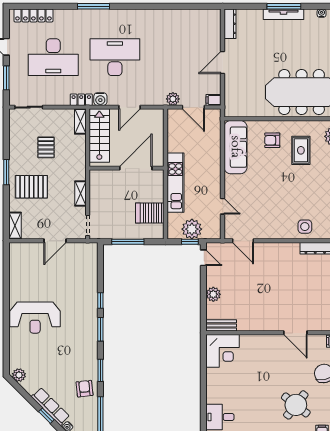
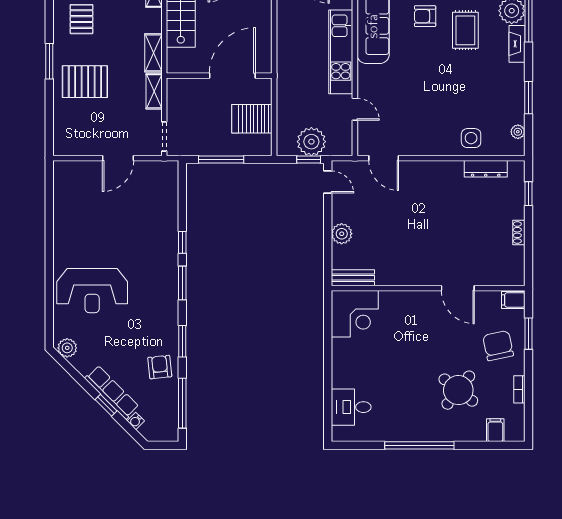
pallet: (46, 147) -> (81, 19), moved
wall: (127, 168) -> (219, 76), moved
door: (136, 168) -> (232, 76), moved
kitchen unit: (175, 183) -> (341, 52), moved, turned 180
shelving: (15, 226) -> (153, 53), moved
reception desk: (35, 318) -> (92, 291), moved

